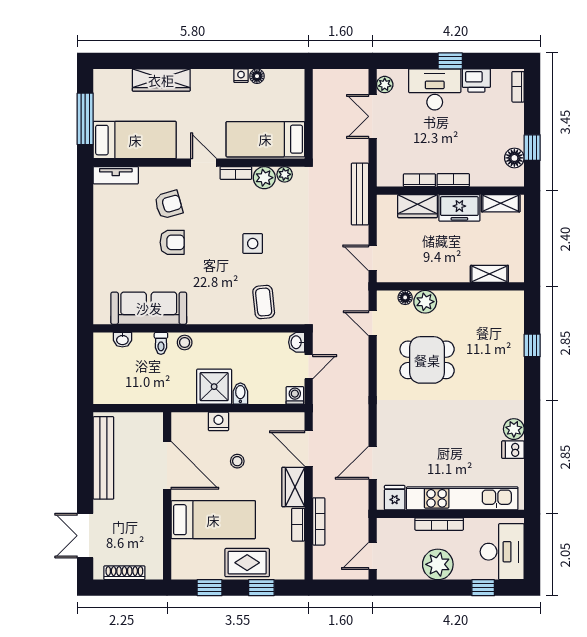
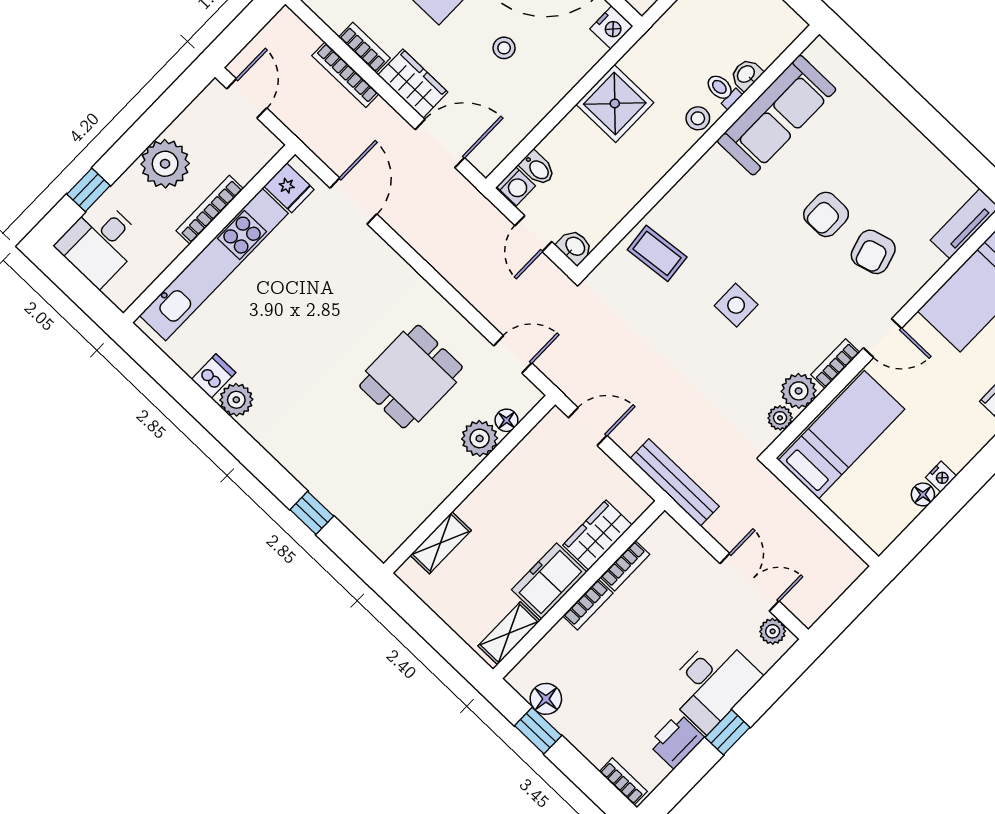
washbasin: (122, 340) -> (746, 74), moved
bidet: (240, 394) -> (537, 168), moved
nightstand: (218, 421) -> (611, 27), moved
desk: (502, 552) -> (100, 243), width x0.73

